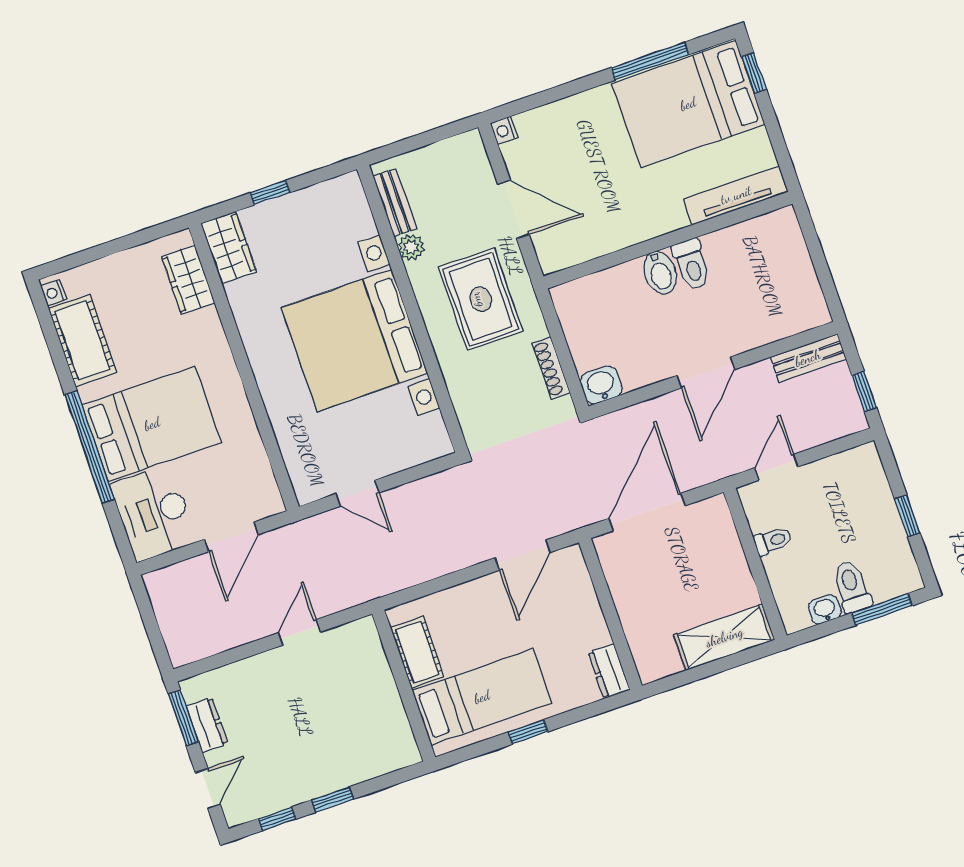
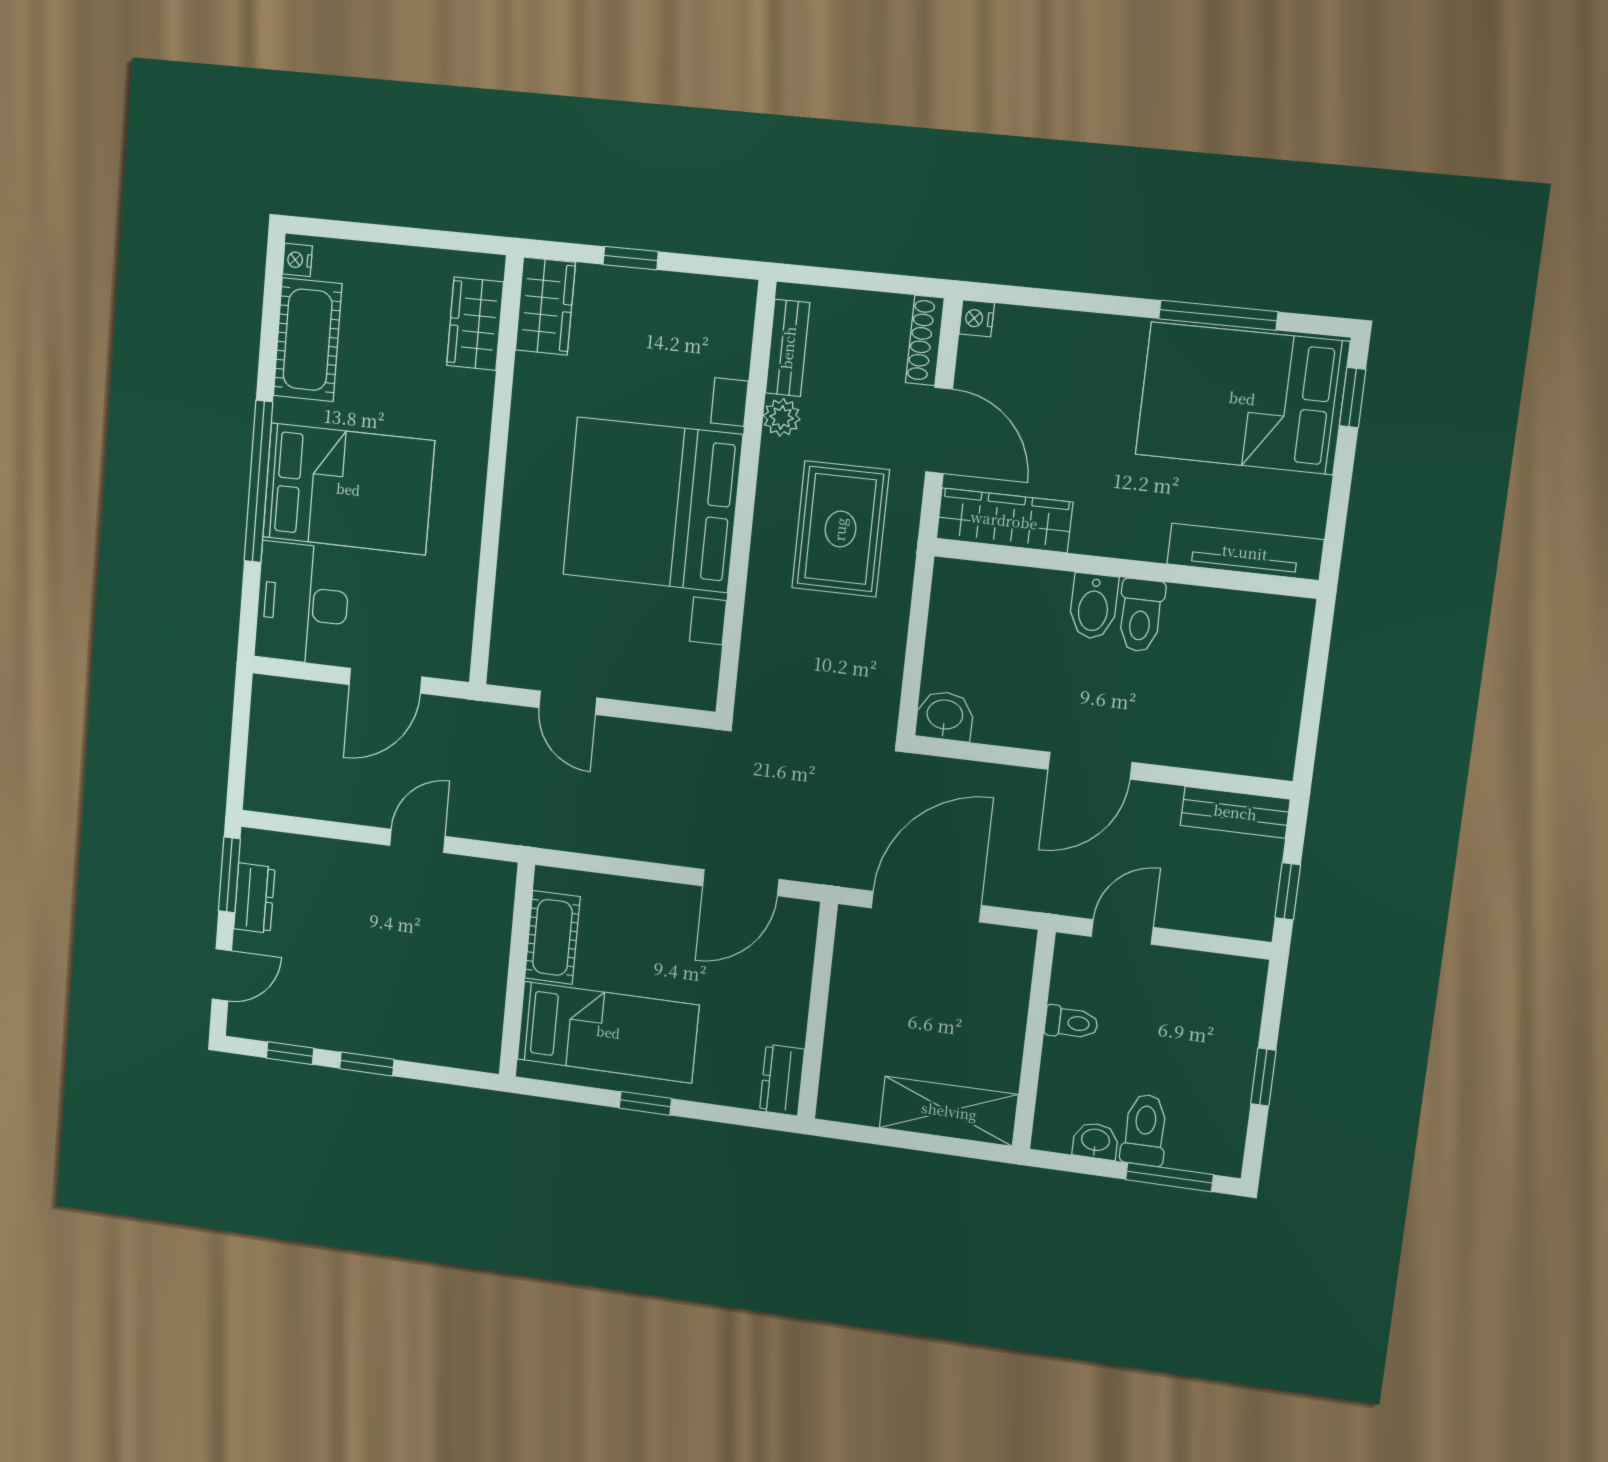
wardrobe: (580, 246) -> (1004, 520), added
shoe rack: (551, 368) -> (925, 340), moved

